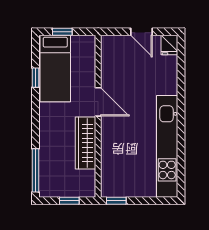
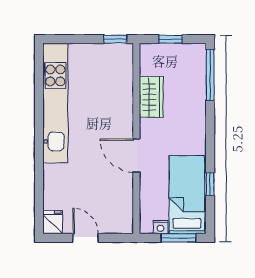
window: (62, 32) -> (179, 238), width x1.50
nightstand: (78, 41) -> (160, 227), added
wardrobe: (86, 143) -> (151, 97), width x0.67

